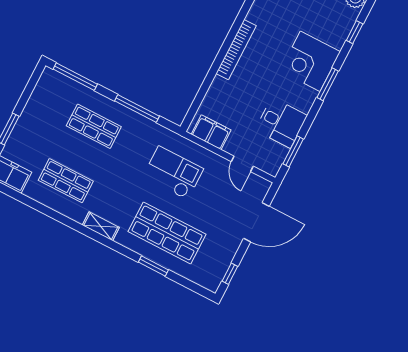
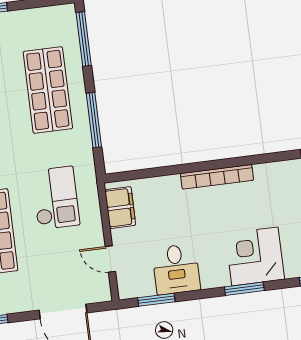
shop shelf: (94, 126) -> (48, 90), width x1.43, depth x1.36
door: (242, 164) -> (110, 259), hinge flipped

